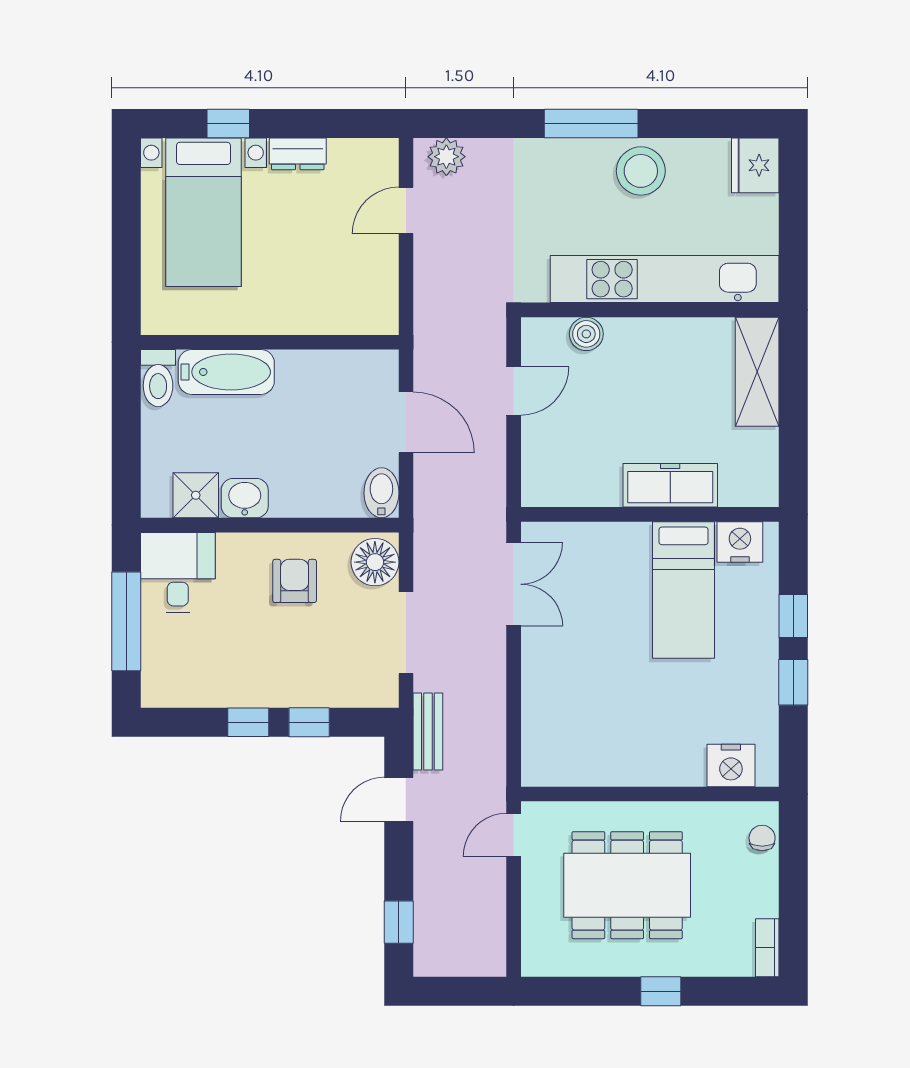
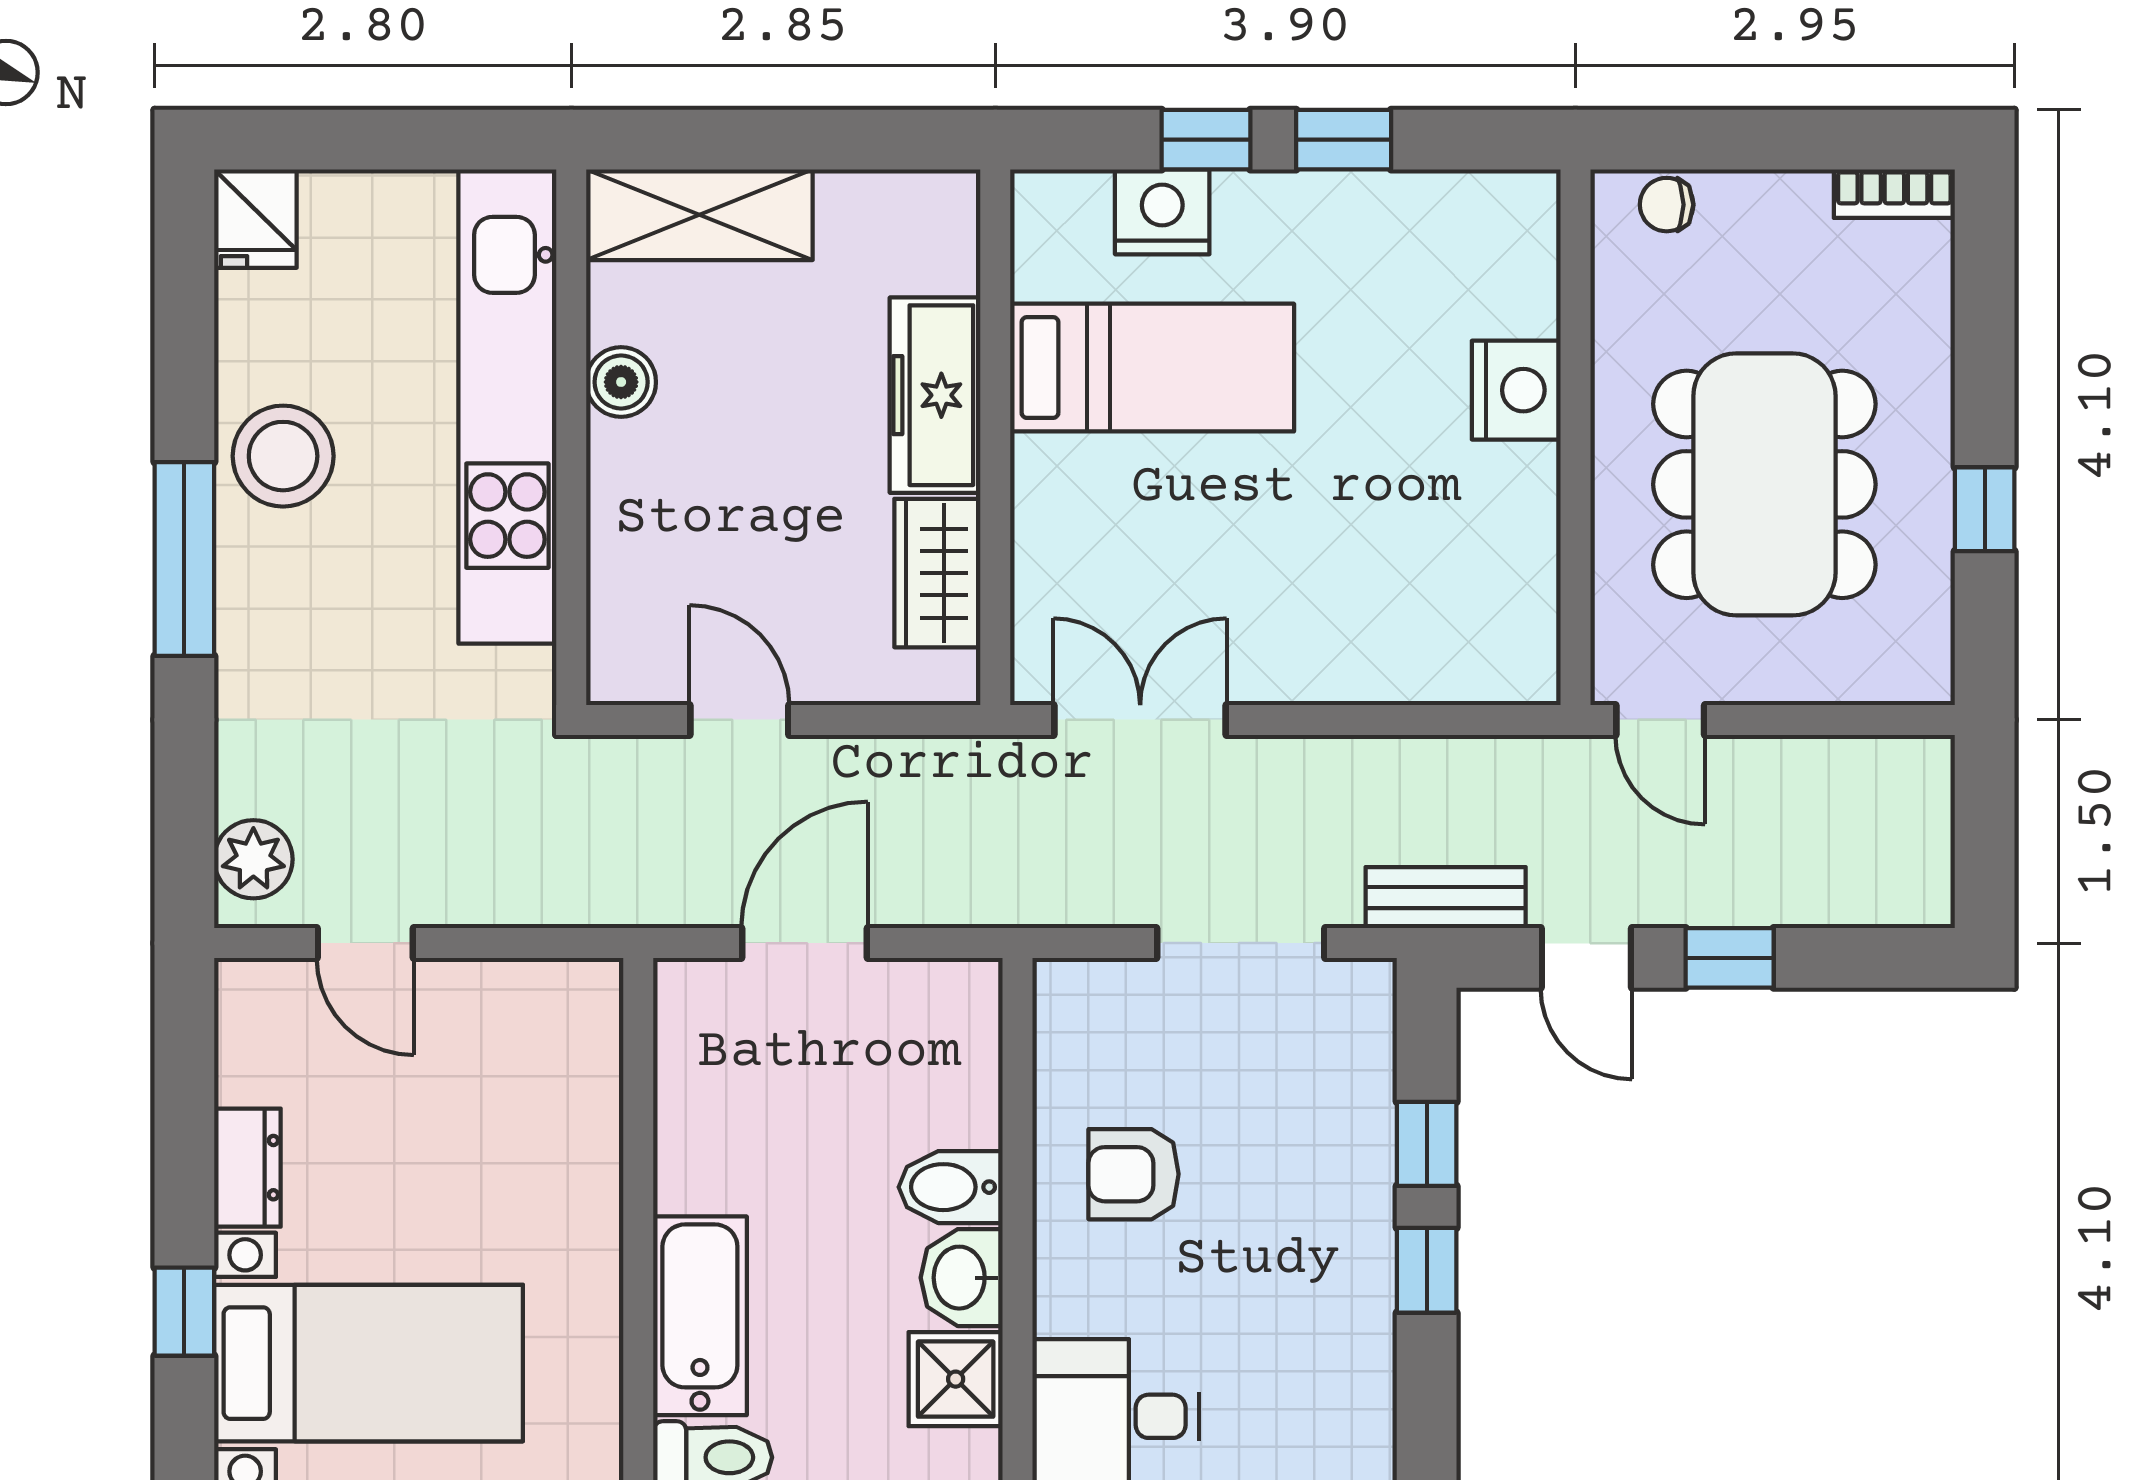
fridge: (755, 165) -> (255, 219), width x0.72
boiler: (586, 334) -> (621, 382), moved
wardrobe: (584, 486) -> (937, 573), added
bidet: (381, 493) -> (951, 1187), moved
nightstand: (740, 542) -> (1162, 212), moved, turned 90
floor lamp: (375, 562) -> (1094, 1007), removed
nightstand: (731, 766) -> (1516, 390), moved
window: (399, 922) -> (1730, 958), moved
window: (661, 991) -> (1985, 509), moved

